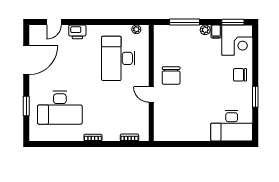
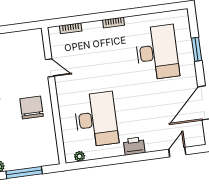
printer: (77, 32) -> (134, 146), moved
door: (151, 95) -> (50, 68), moved
desk: (60, 108) -> (157, 52), turned 90

